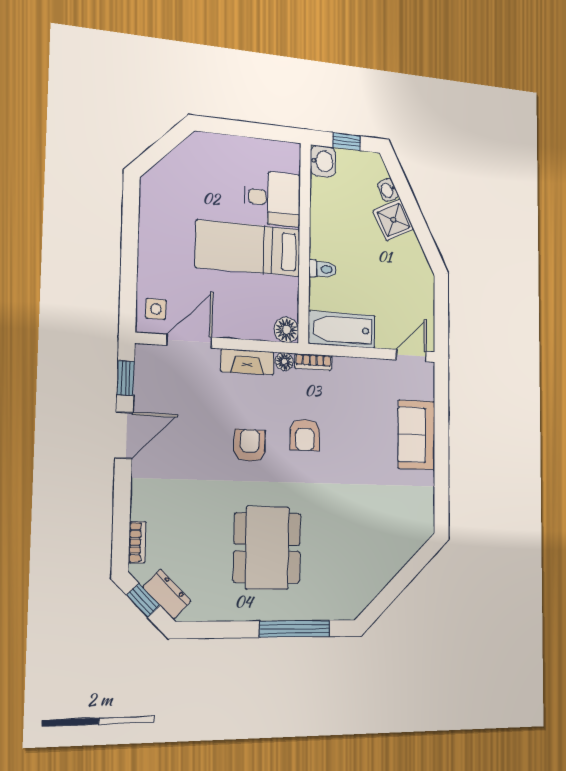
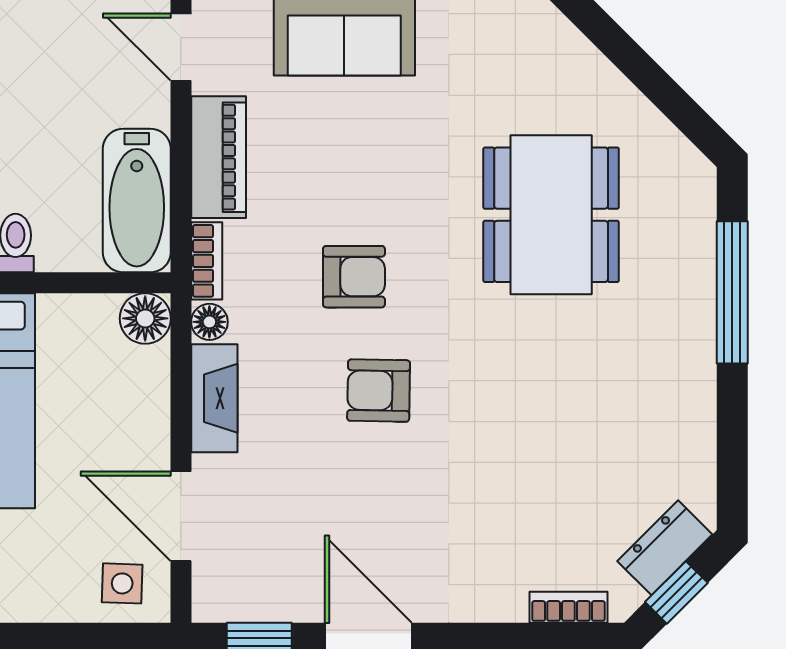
piano: (361, 371) -> (219, 157), added
dining table: (267, 548) -> (551, 215), moved, turned 90

